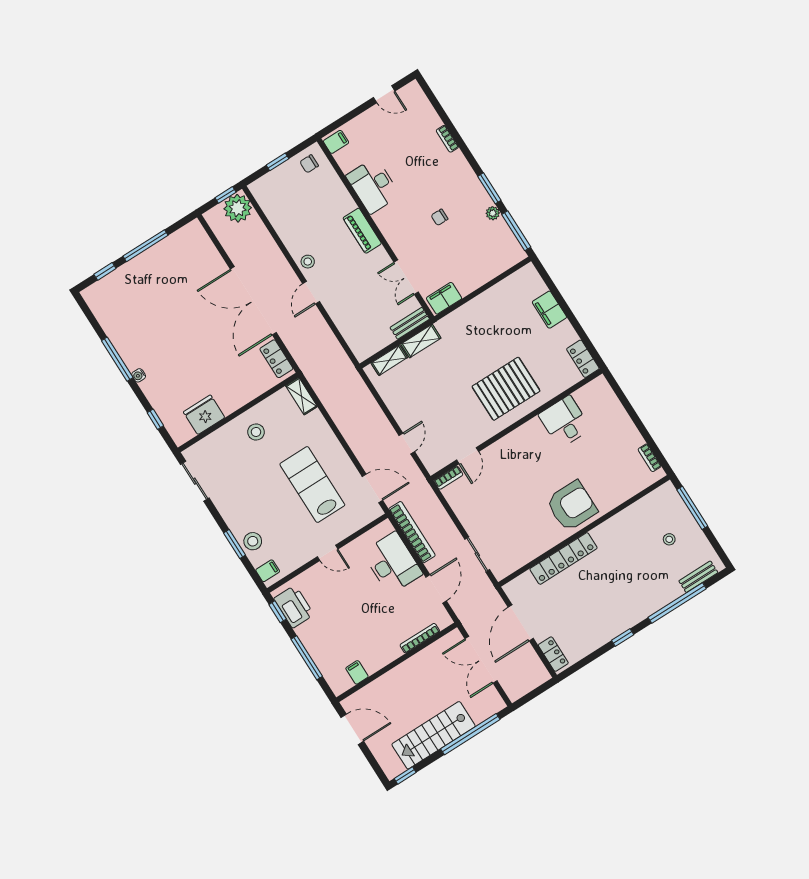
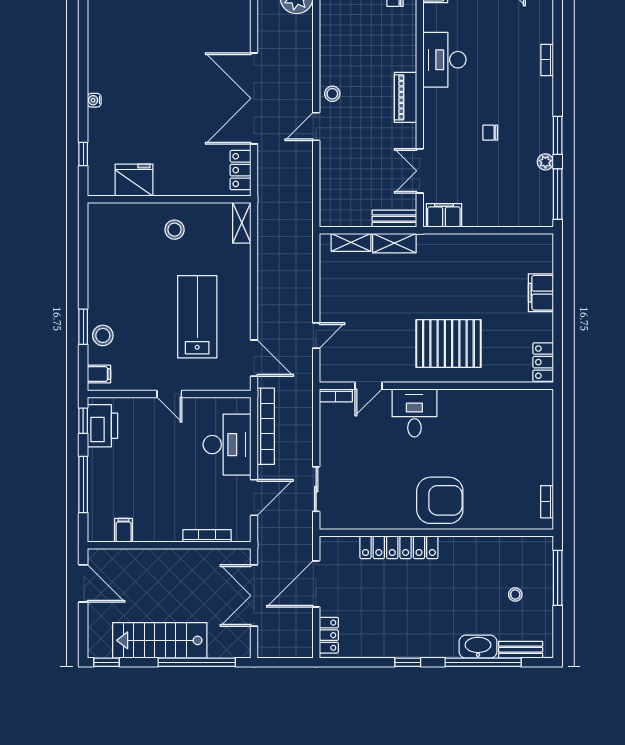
window: (117, 359) -> (83, 71), removed
desk: (565, 422) -> (414, 413), moved
sliding door: (195, 481) -> (83, 240), removed
washbasin: (666, 594) -> (478, 647), added

